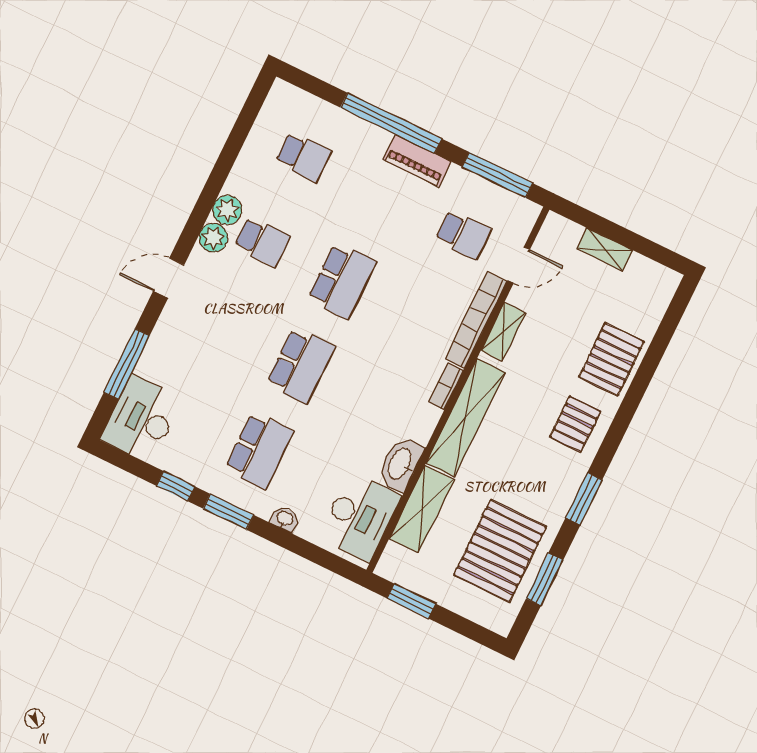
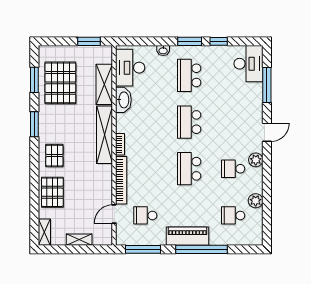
piano: (417, 161) -> (188, 236), width x1.37, depth x1.33
plant: (227, 210) -> (256, 201), moved
shelving: (503, 332) -> (44, 232), moved

